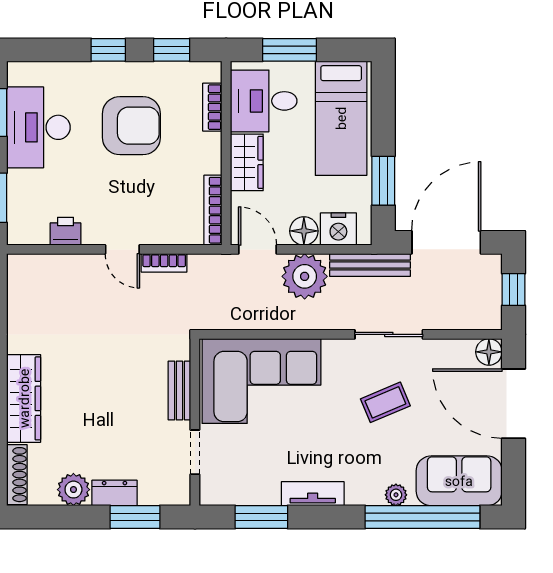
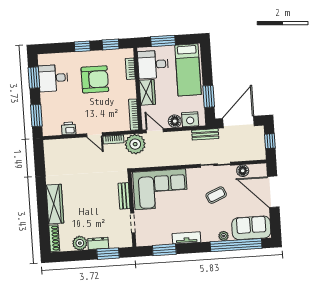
desk: (38, 127) -> (53, 78), width x0.73
bench: (370, 265) -> (205, 134), width x0.73
plant: (305, 276) -> (135, 144), moved
floor lamp: (489, 352) -> (243, 171), moved

